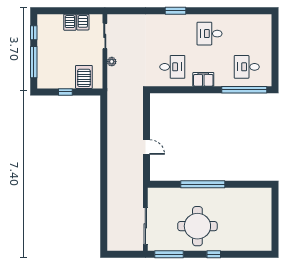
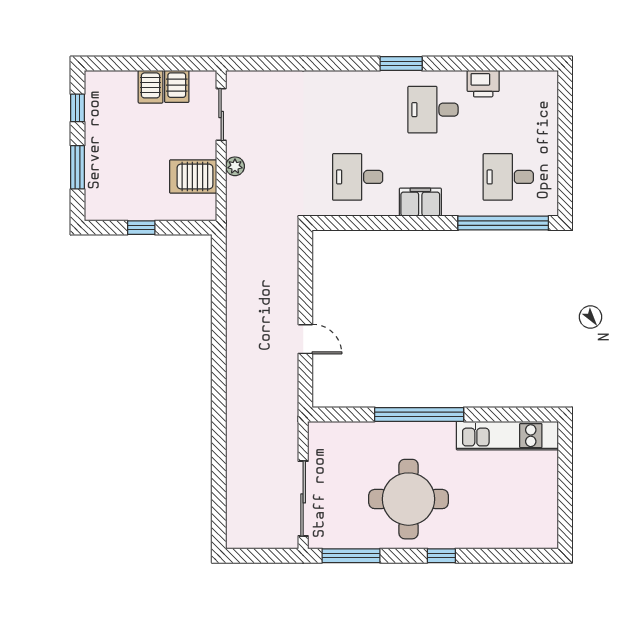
window: (176, 11) -> (401, 64), moved
printer: (234, 21) -> (483, 84), added
window: (34, 62) -> (78, 167), width x0.69
desk: (172, 67) -> (358, 177), turned 180
server rack: (84, 77) -> (193, 176), moved, turned -90
kitchen unit: (246, 195) -> (507, 436), added

